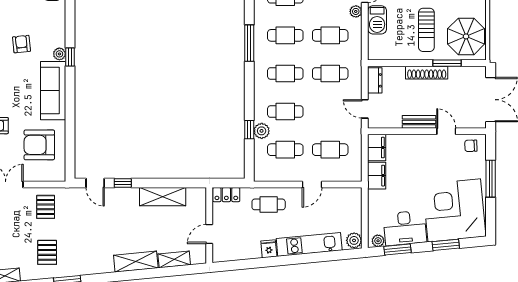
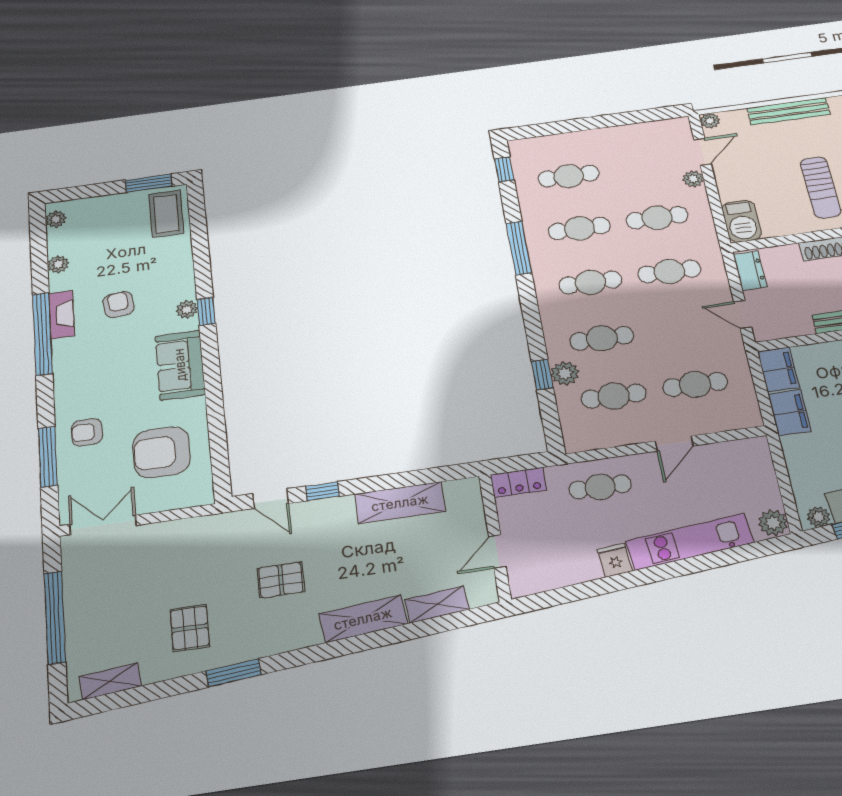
barbecue: (377, 20) -> (742, 221), moved
sofa: (53, 91) -> (180, 365), width x0.73
pallet: (46, 207) -> (281, 580), moved, turned 90

